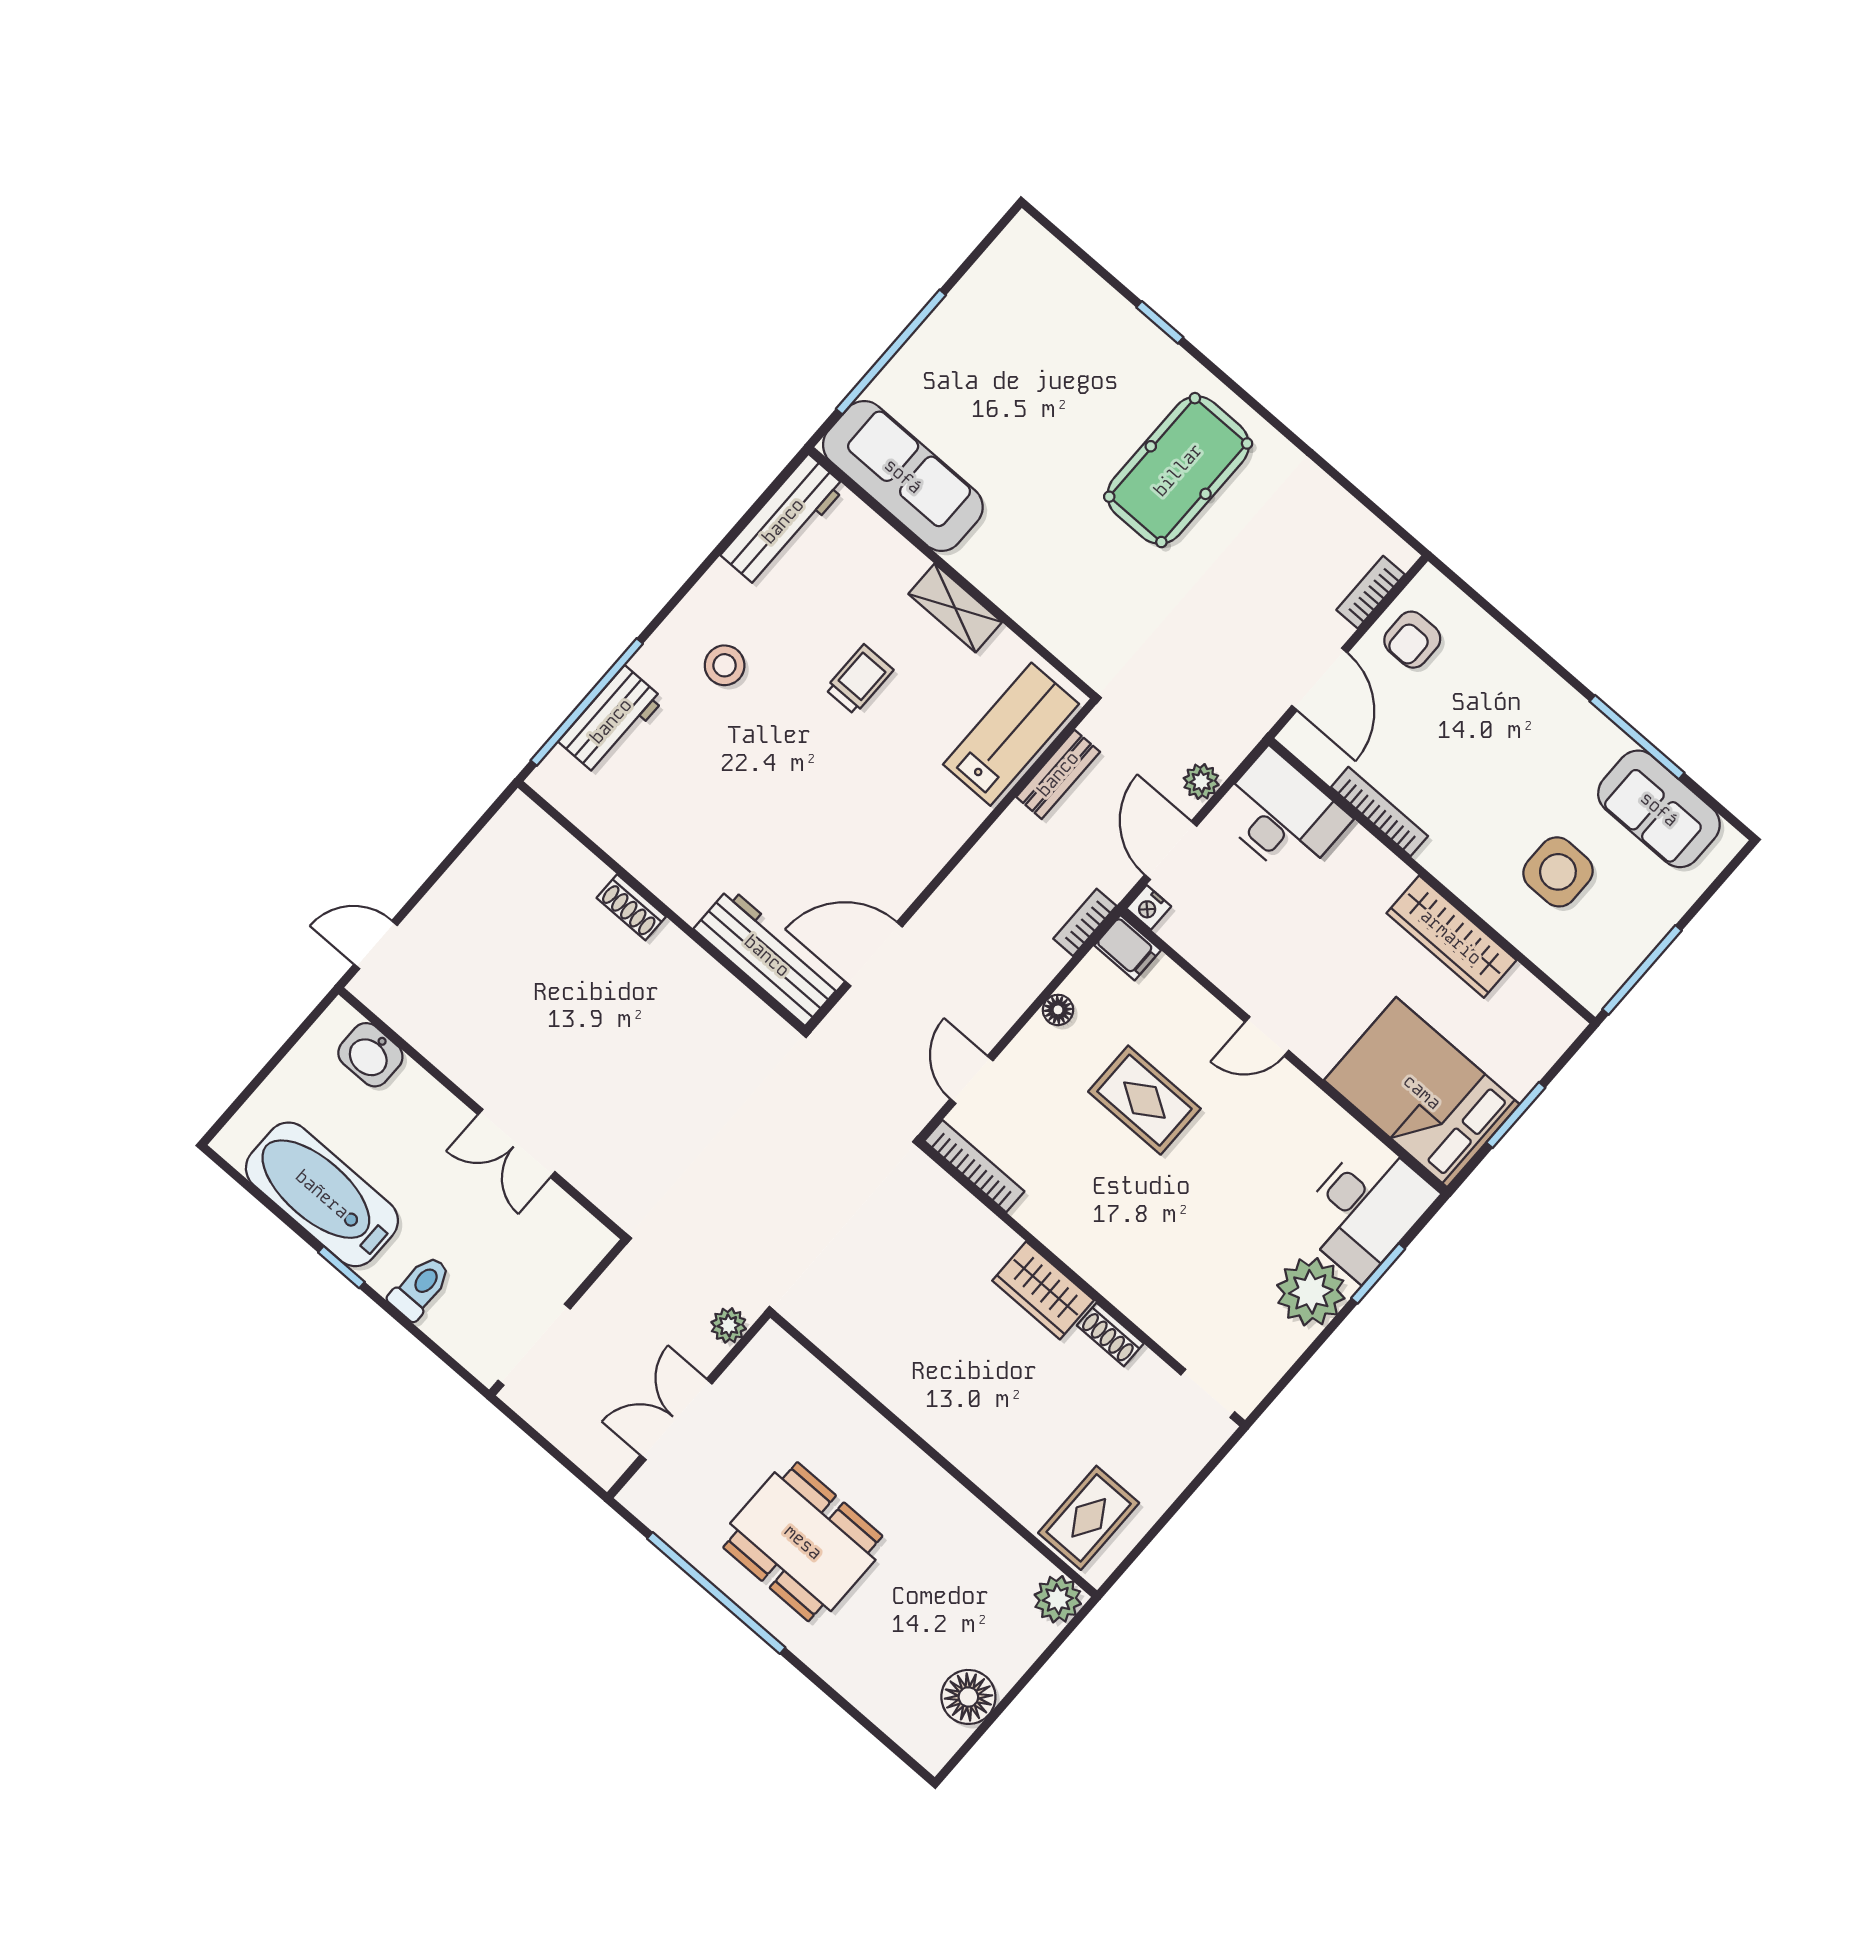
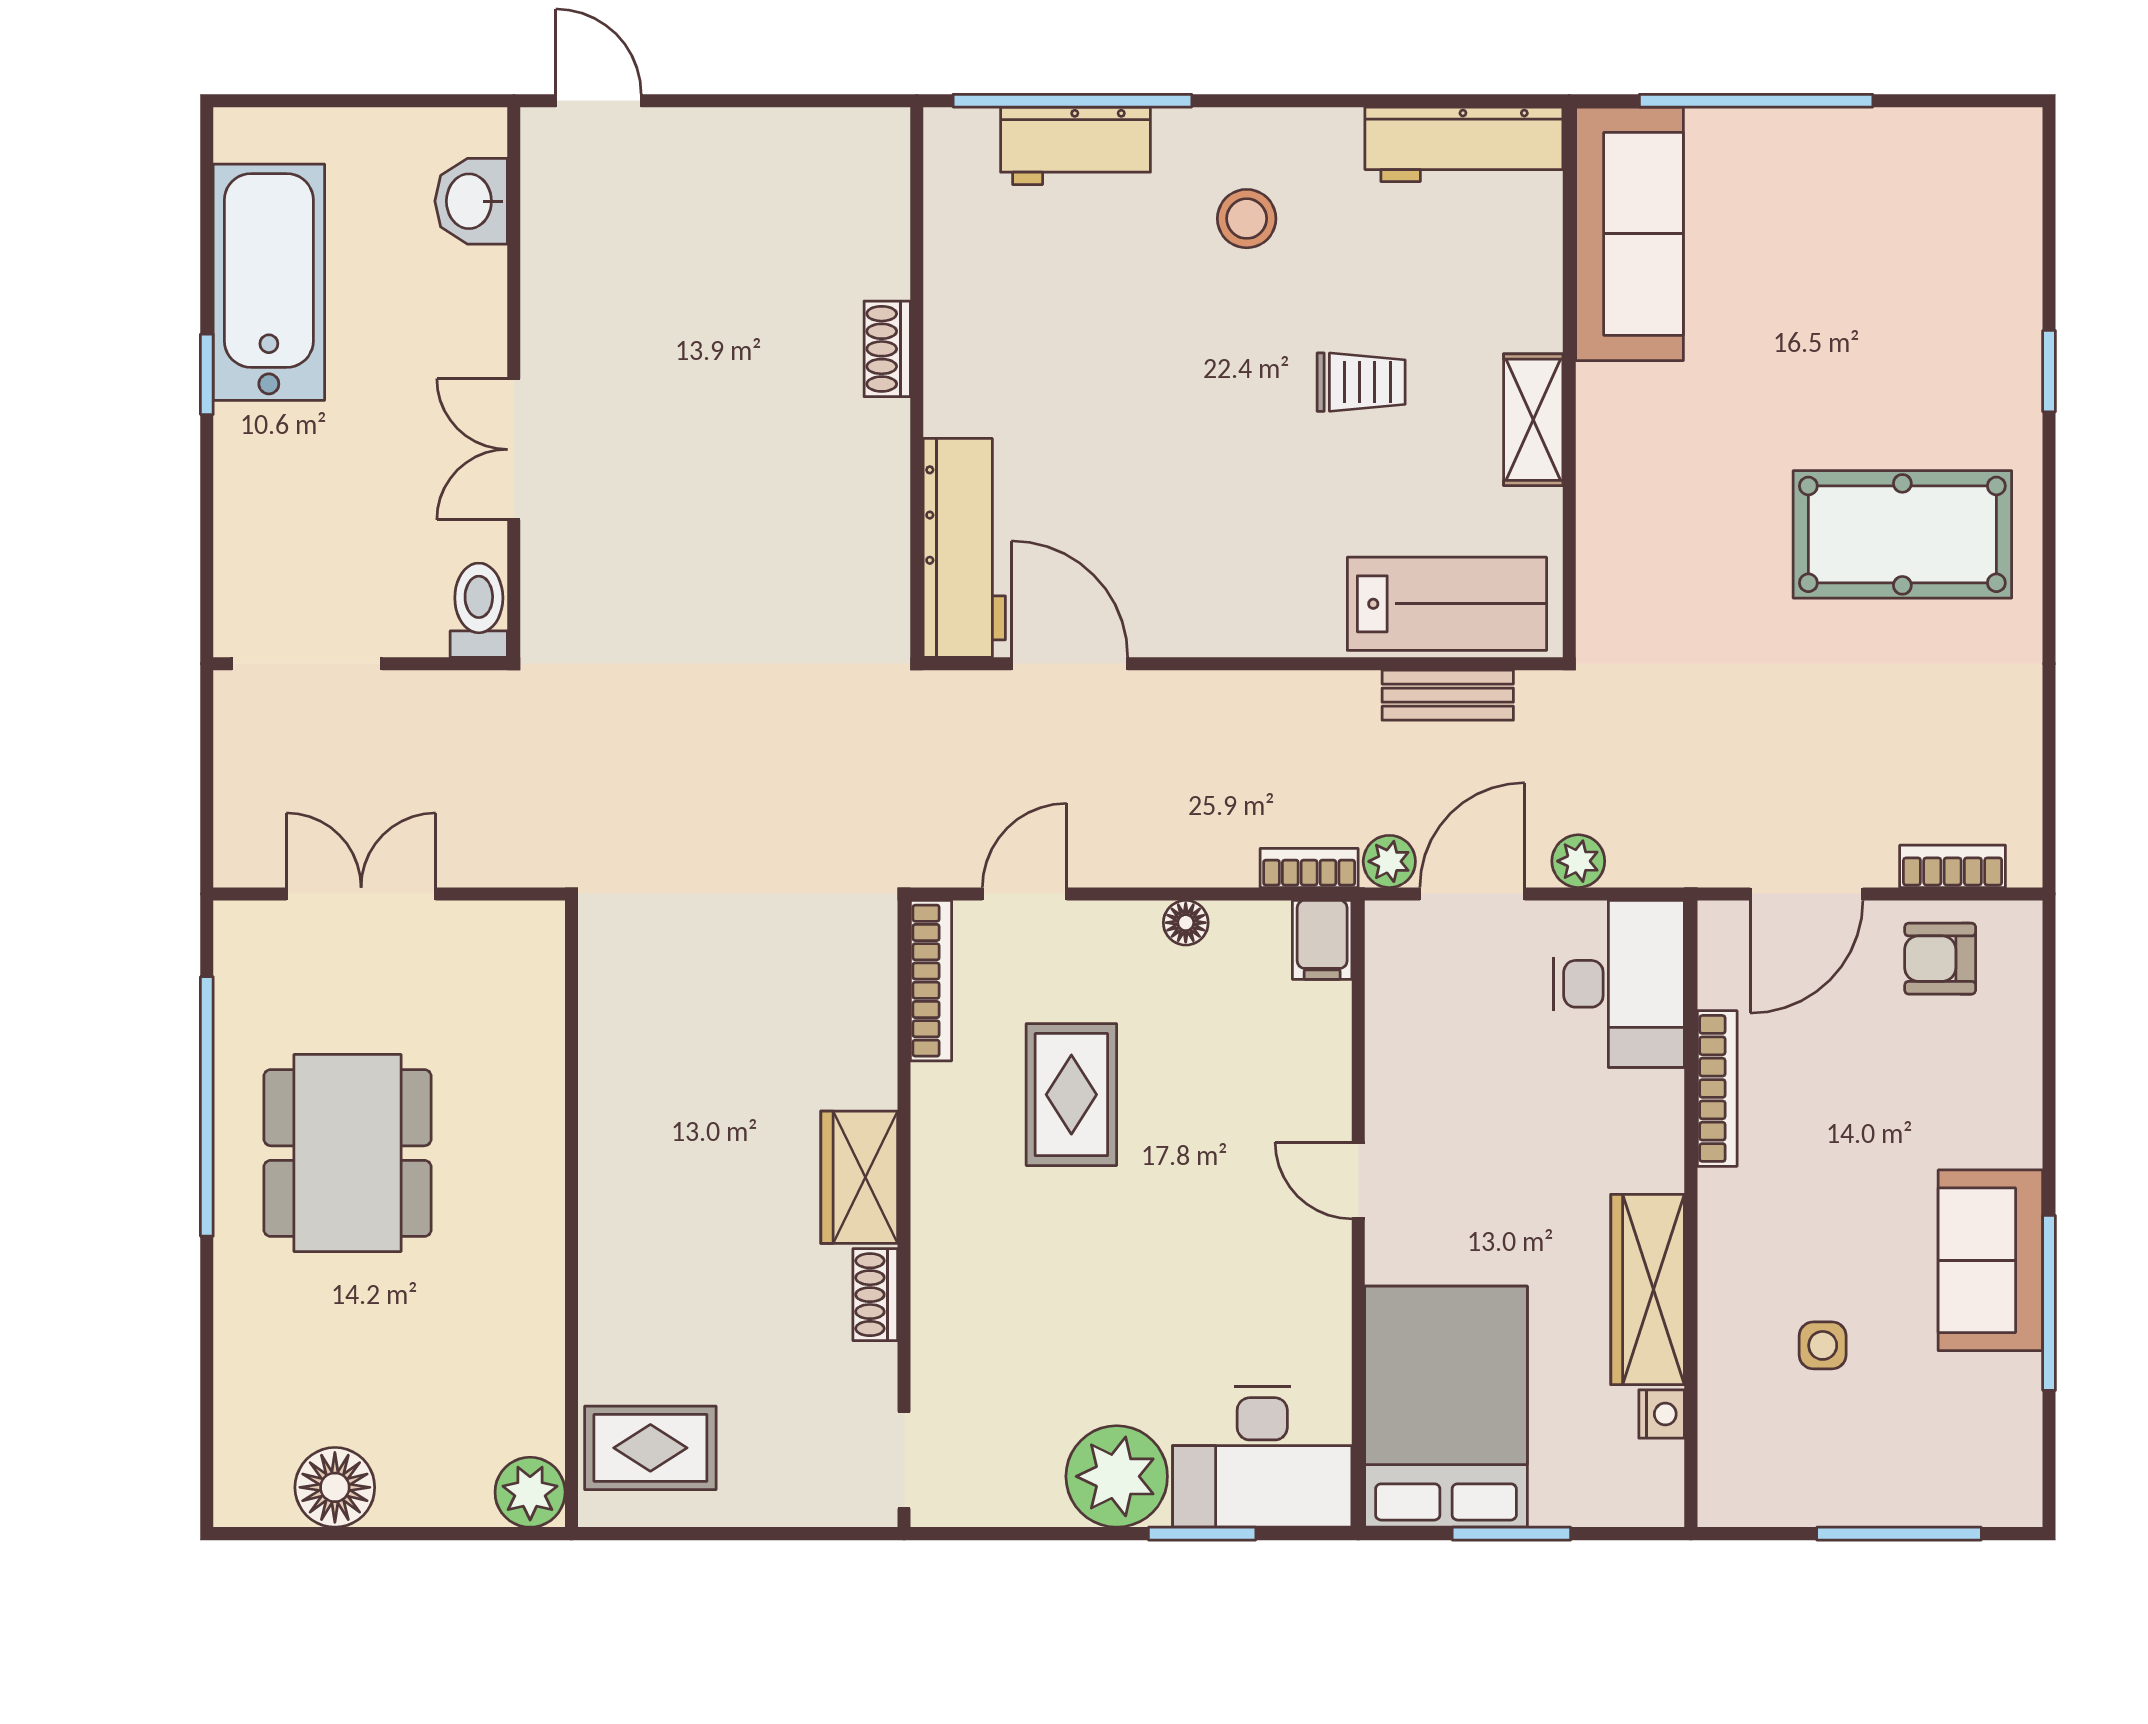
sofa: (1659, 809) -> (1990, 1260), moved
side table: (1558, 872) -> (1823, 1345), width x0.54, depth x0.54
nightstand: (1149, 907) -> (1662, 1414), moved, turned 180
window: (1642, 970) -> (1899, 1534), moved
rug: (1144, 1100) -> (1071, 1095), moved
toilet: (420, 1287) -> (479, 610), moved, turned -90
plant: (729, 1325) -> (1389, 861), moved

